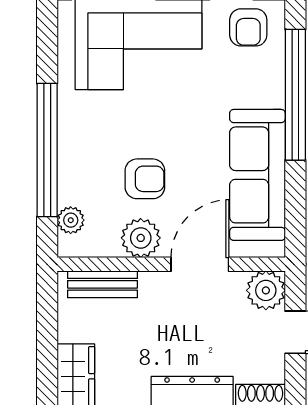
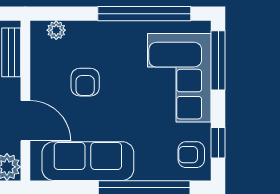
window: (47, 150) -> (144, 14), moved
plant: (141, 238) -> (44, 79), removed

